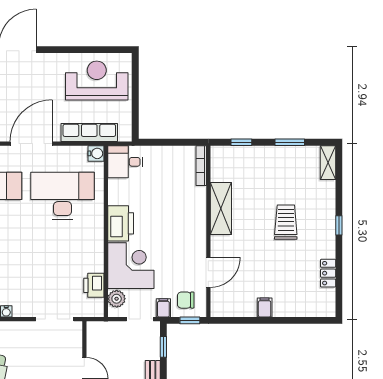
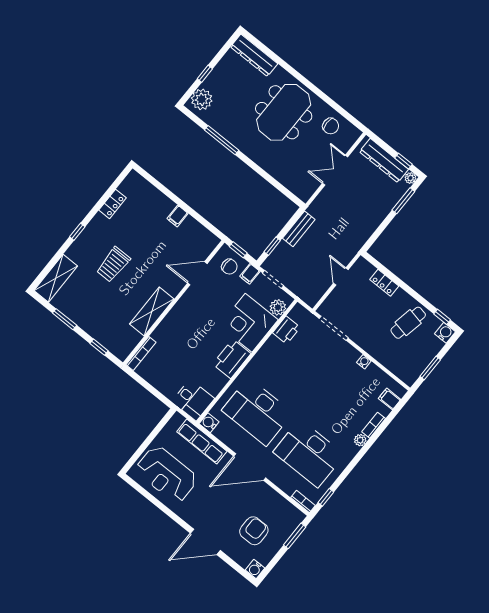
shelving: (328, 163) -> (56, 278), width x1.50, depth x1.33

